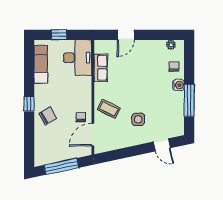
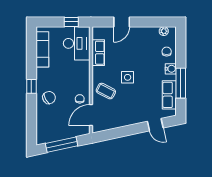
window: (59, 35) -> (71, 22), moved
row of seats: (177, 113) -> (169, 95), added
side table: (138, 119) -> (128, 77), moved

